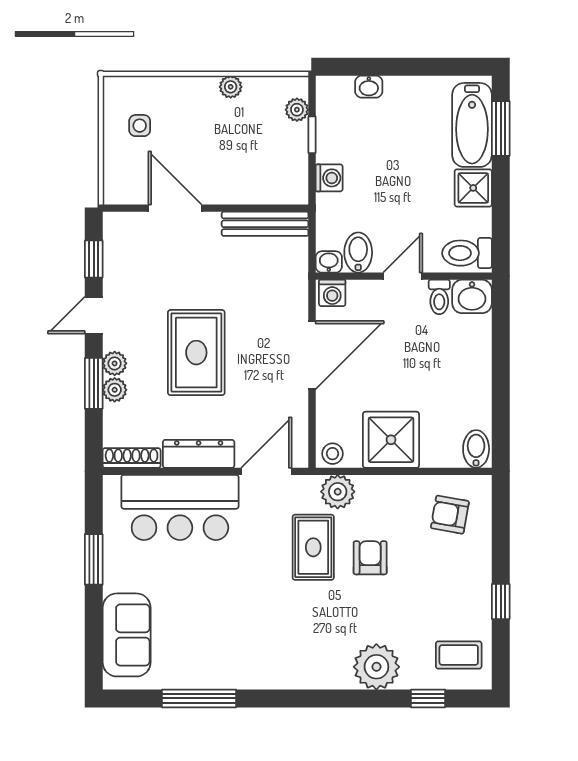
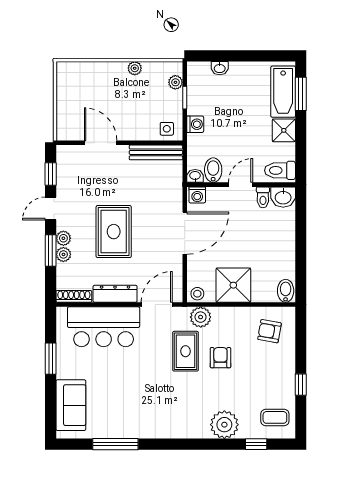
side table: (140, 126) -> (167, 129), moved

